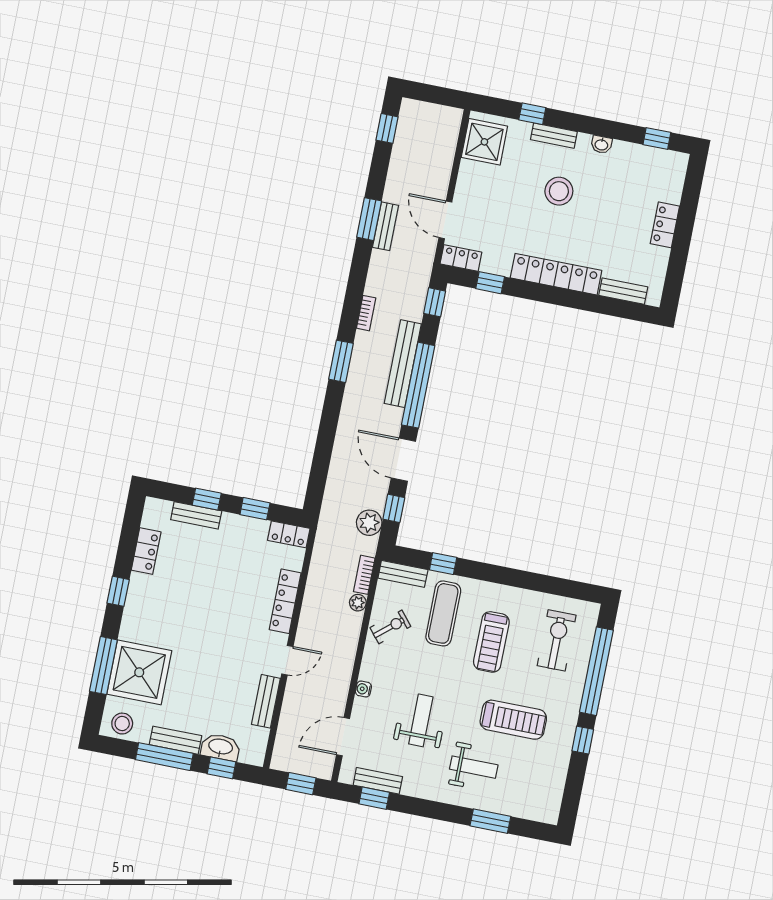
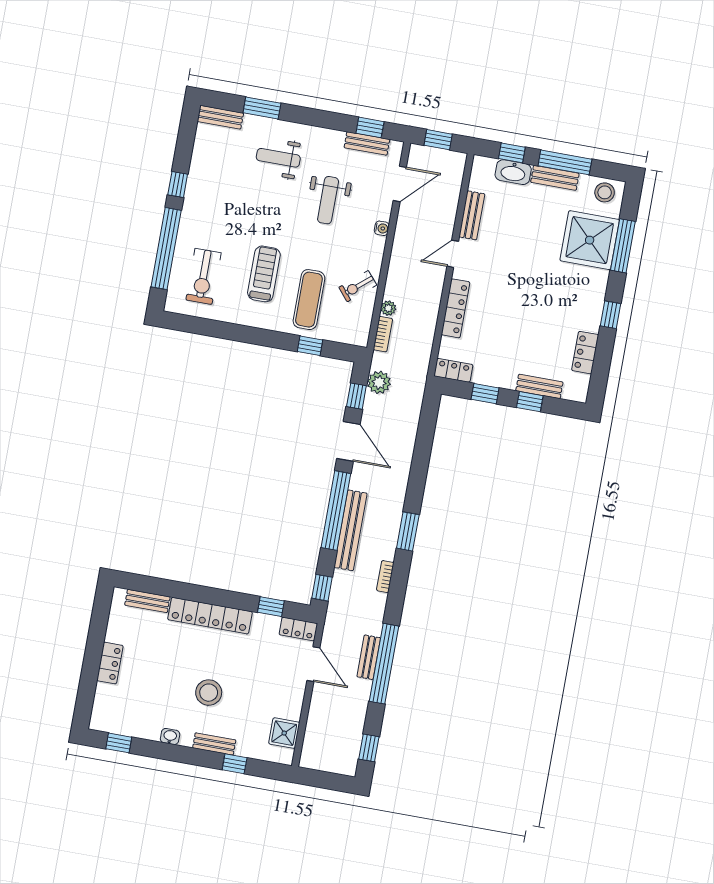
shower: (484, 142) -> (284, 733), width x0.73, depth x0.73
window: (369, 219) -> (384, 664), width x2.11
bench: (403, 574) -> (220, 117), moved
treadmill: (513, 720) -> (242, 202), removed

